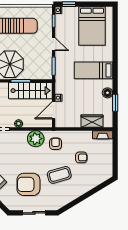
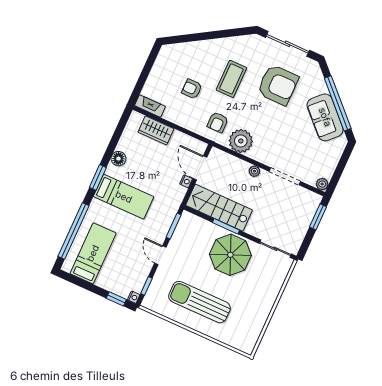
bed: (92, 26) -> (93, 253), width x0.67
window: (115, 35) -> (74, 231), added
window: (115, 103) -> (98, 177), moved
door: (54, 110) -> (200, 168), swing flipped
coffee table: (59, 175) -> (231, 79), turned -74
sliding door: (34, 213) -> (288, 44), width x1.37

